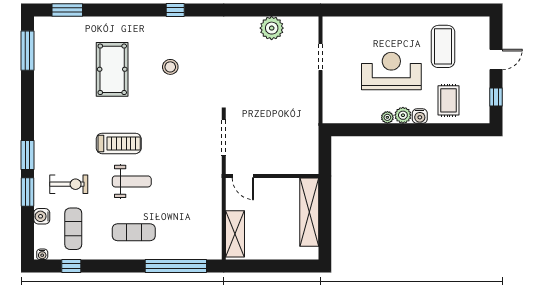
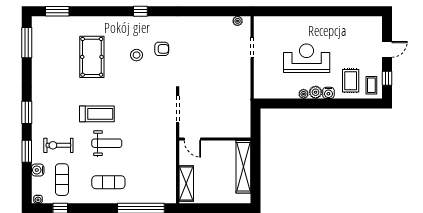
plant: (272, 28) -> (238, 21), moved, width x0.53, depth x0.53
coffee table: (443, 46) -> (371, 85), moved, width x0.54, depth x0.58
armchair: (203, 59) -> (162, 49), added
window: (28, 155) -> (27, 112), moved
exercise bike: (69, 184) -> (58, 145), turned 180

